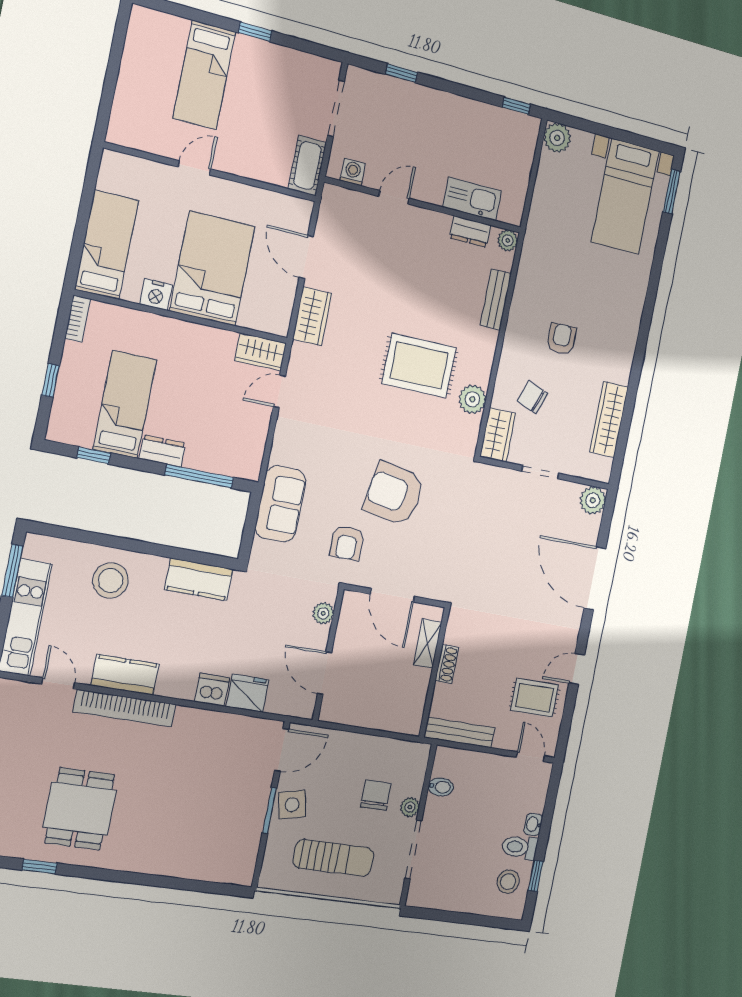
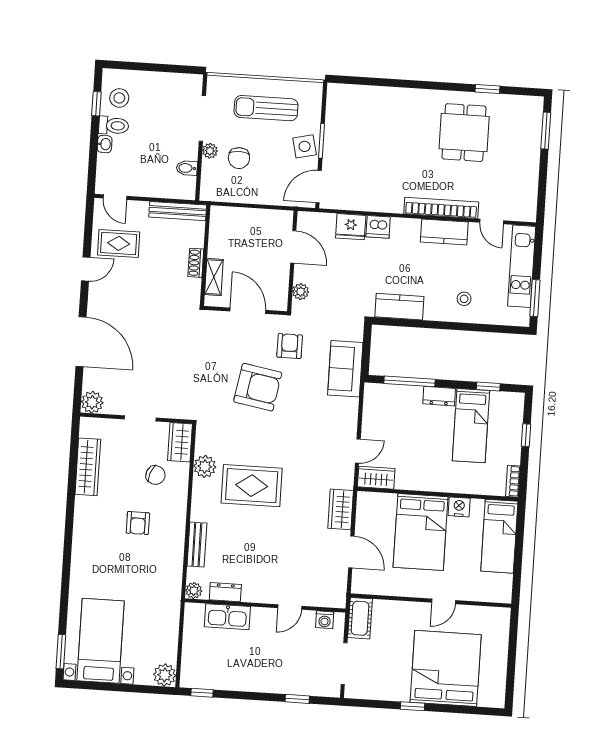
bed: (204, 75) -> (446, 668), width x2.04
stool: (111, 580) -> (464, 299), width x0.53, depth x0.53

